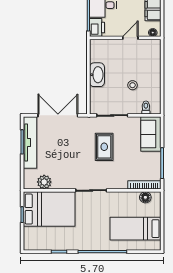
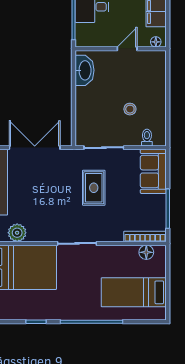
printer: (97, 27) -> (85, 35), removed
washbasin: (97, 75) -> (84, 70), moved

